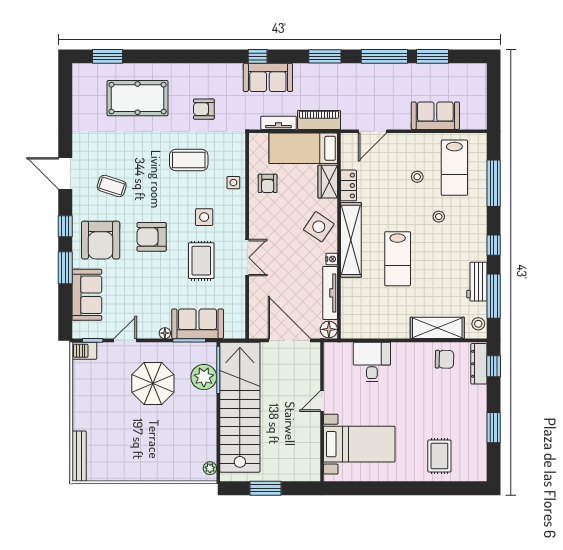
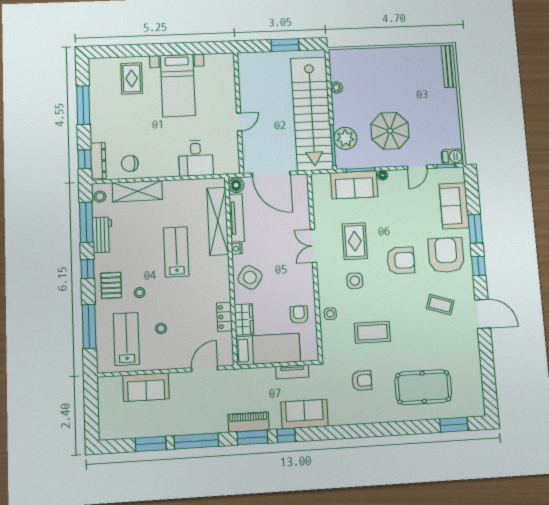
window: (258, 56) -> (286, 435), moved
piano: (319, 120) -> (248, 422), moved, turned 180
pallet: (469, 226) -> (111, 285), added
shelving: (351, 240) -> (218, 221), moved
window: (494, 428) -> (83, 105), width x1.44
bed with nightstands: (359, 444) -> (178, 85), moved, turned -90
plant: (210, 468) -> (336, 87), moved

